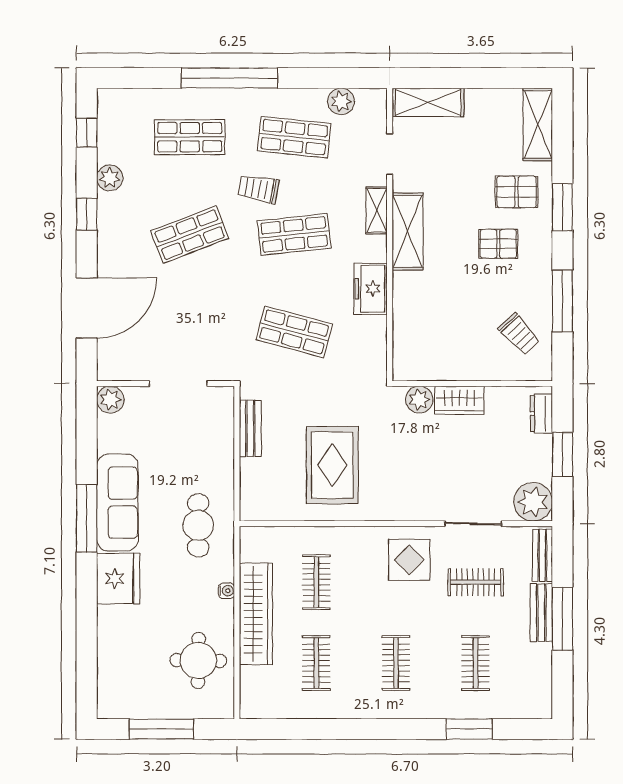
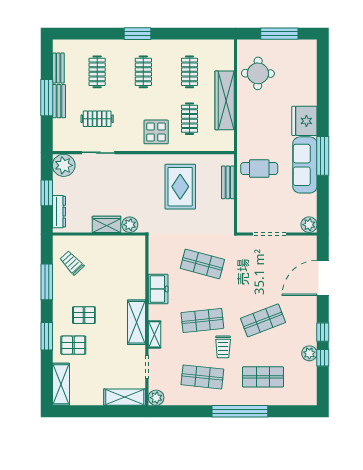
plant: (341, 101) -> (156, 398), moved
window: (87, 133) -> (323, 358), moved
trolley: (259, 189) -> (223, 347), turned 80
dresser: (541, 414) -> (59, 212), width x1.44
bench: (250, 428) -> (228, 182), moved
cafe table: (198, 525) -> (259, 169), moved, turned 90
bench: (542, 555) -> (58, 68), moved
display table: (409, 560) -> (156, 132), moved
water cooler: (226, 591) -> (242, 114), removed
window: (469, 729) -> (137, 34), moved

